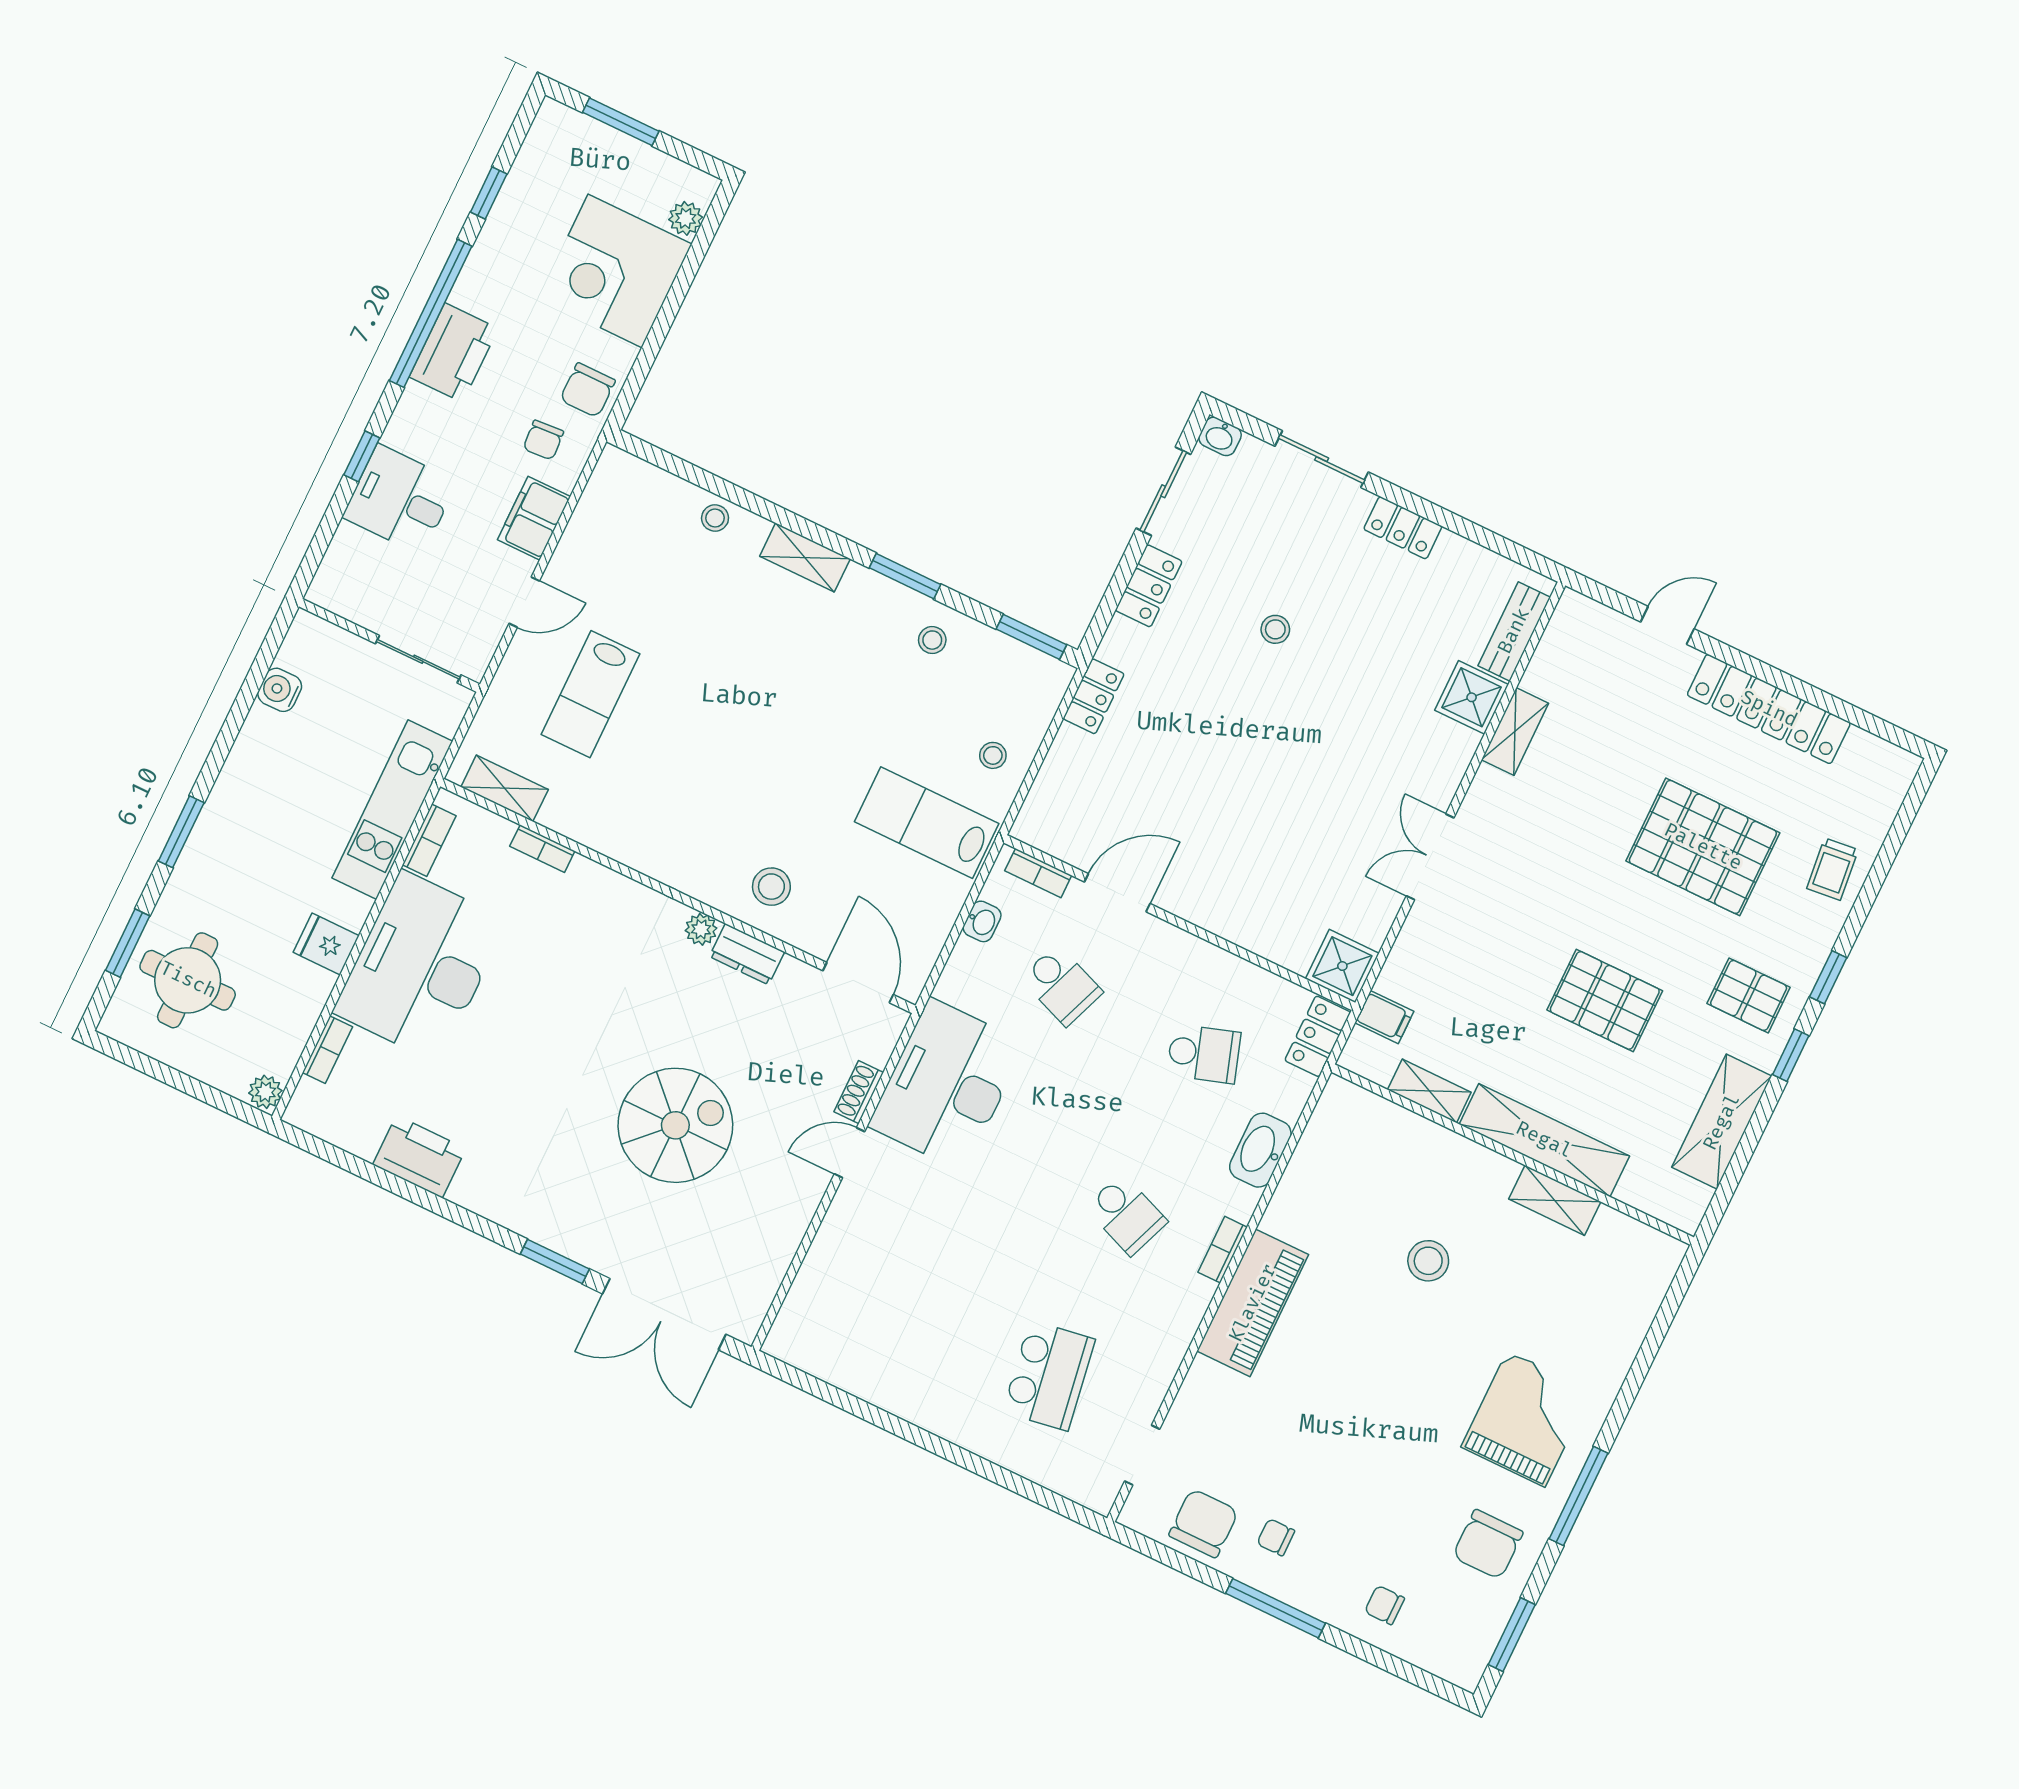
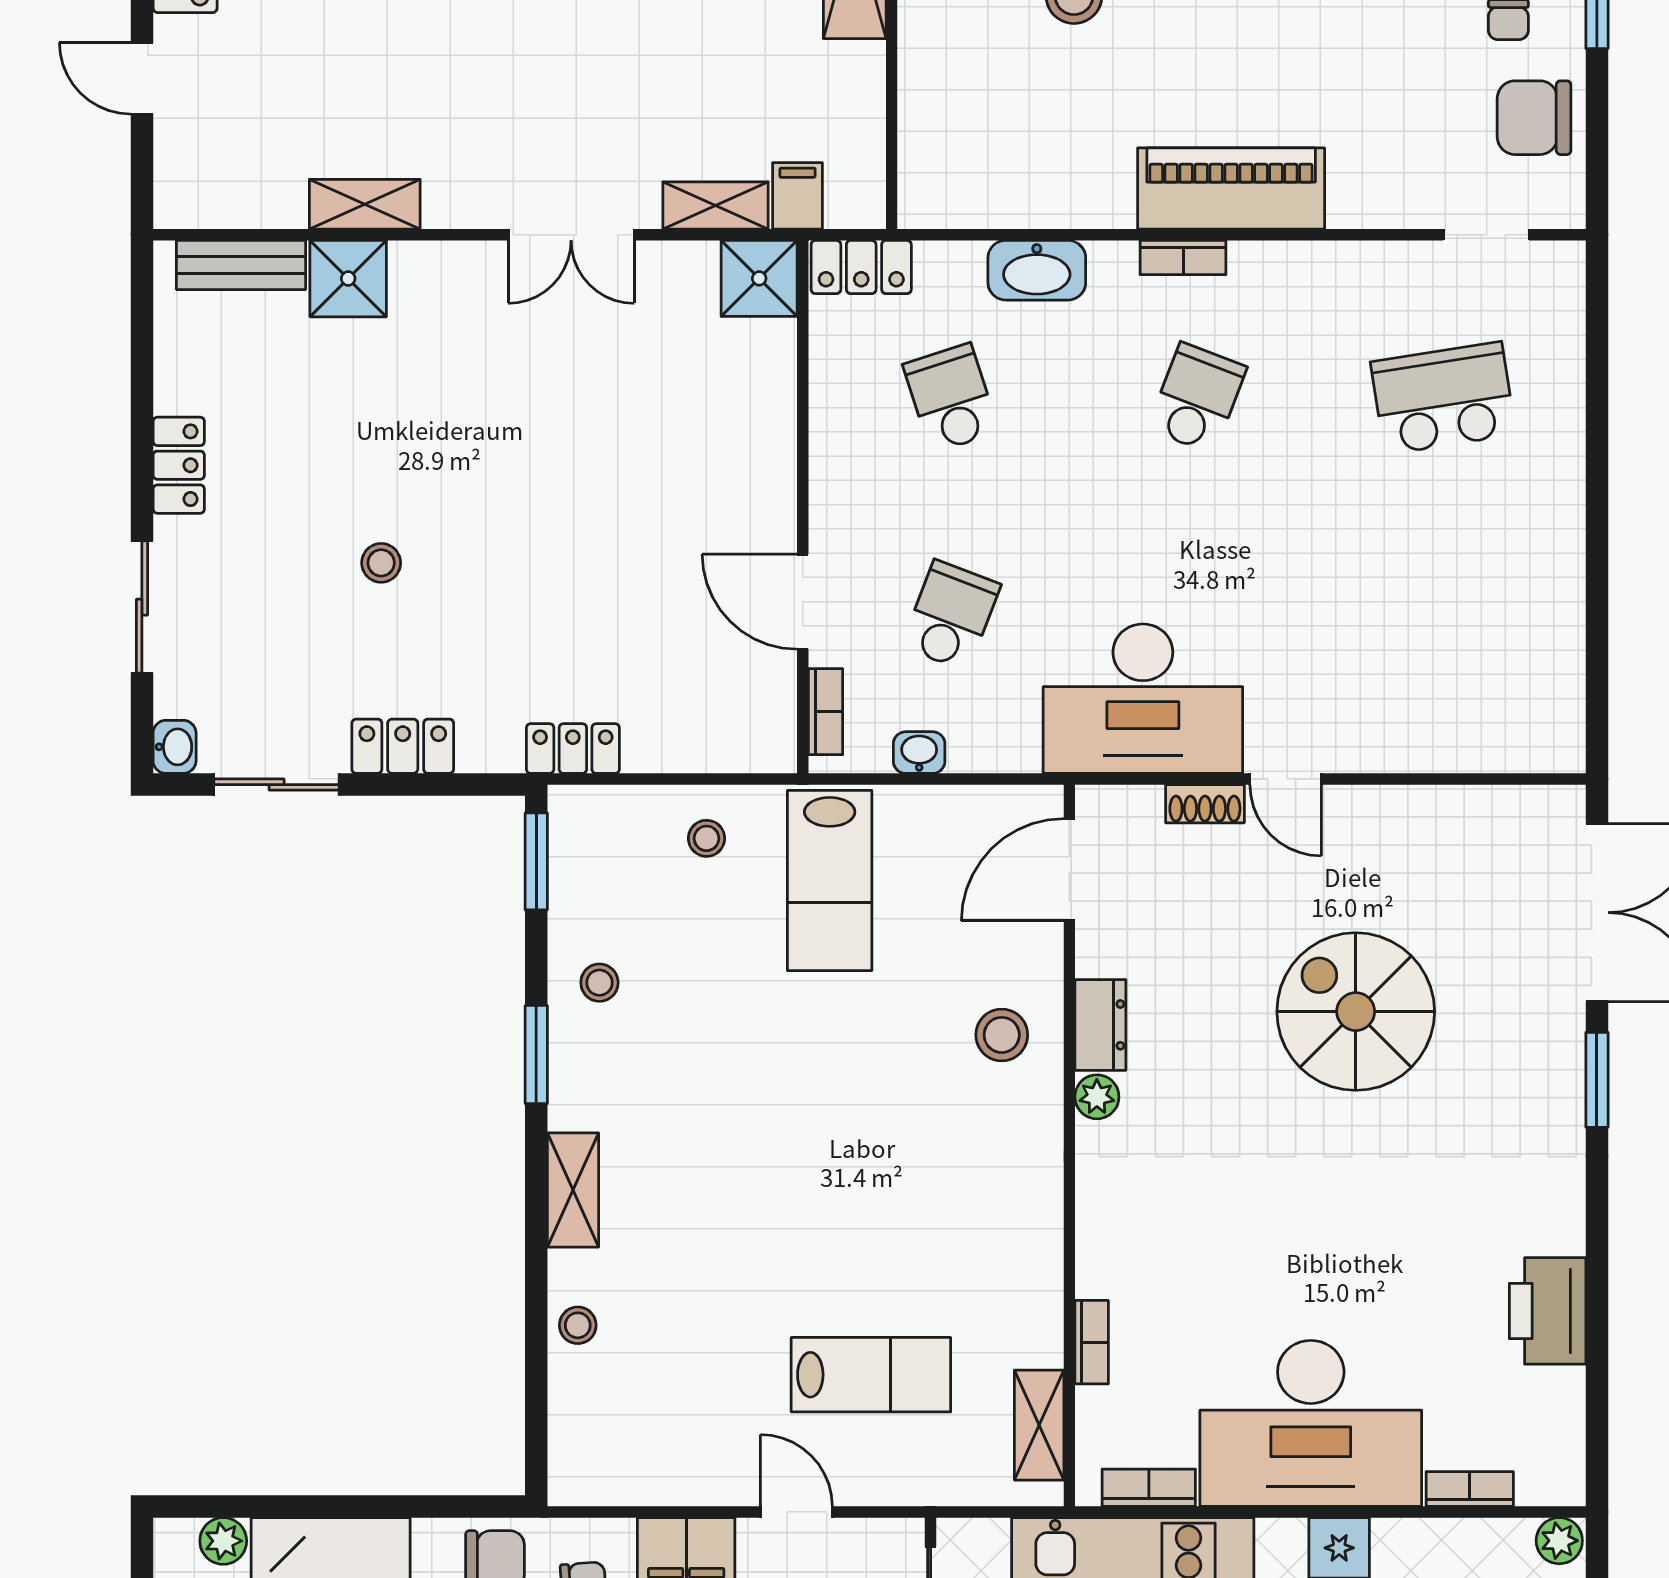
shelving: (1429, 1091) -> (715, 205), moved, turned 90

